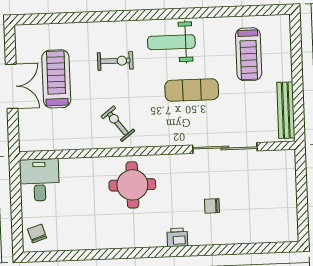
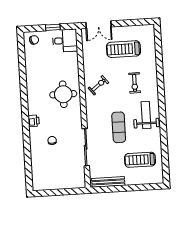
treadmill: (56, 79) -> (123, 49), turned 180
double door: (12, 86) -> (99, 25), moved
window: (16, 201) -> (53, 27), added

